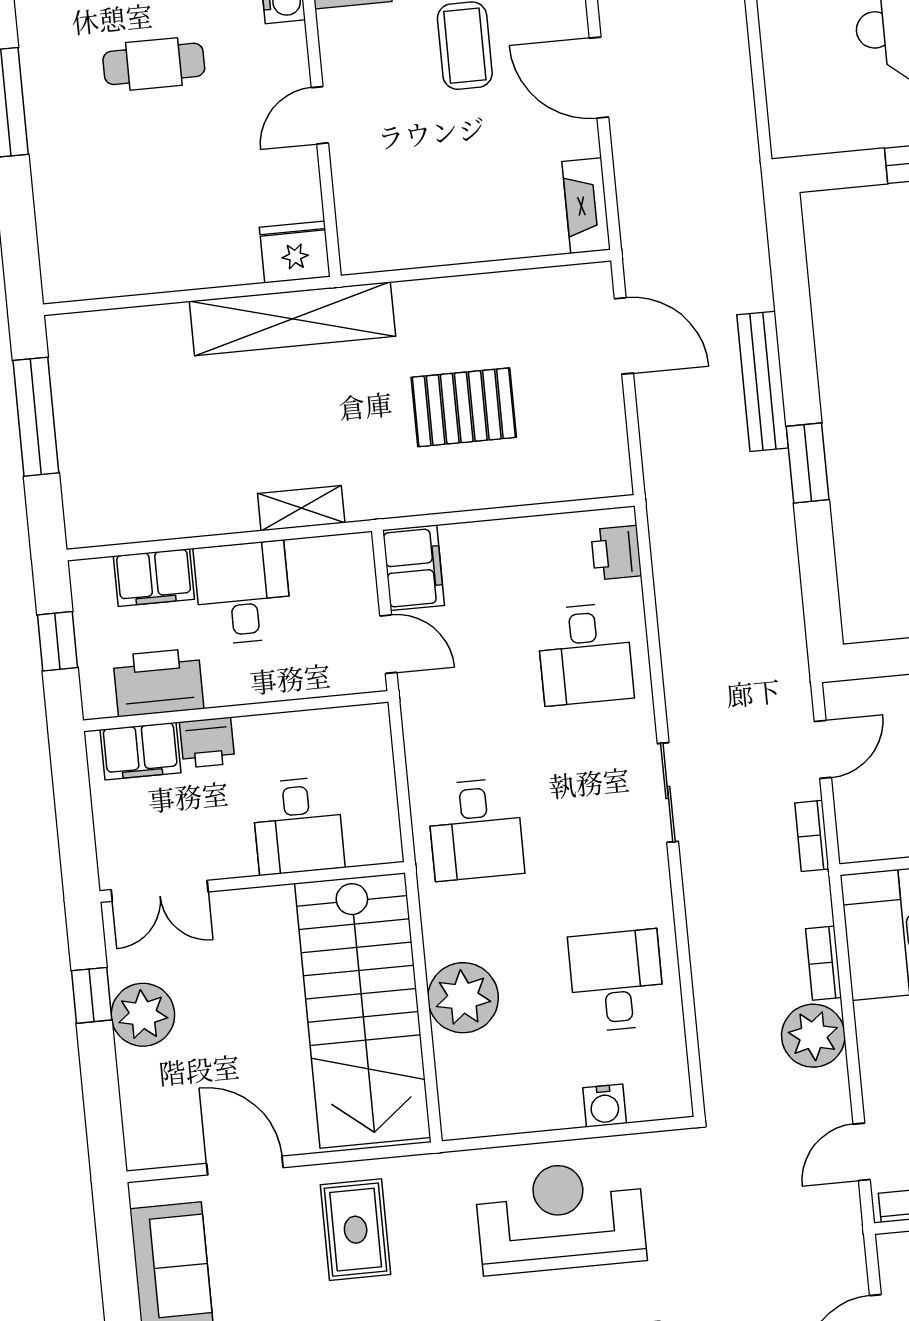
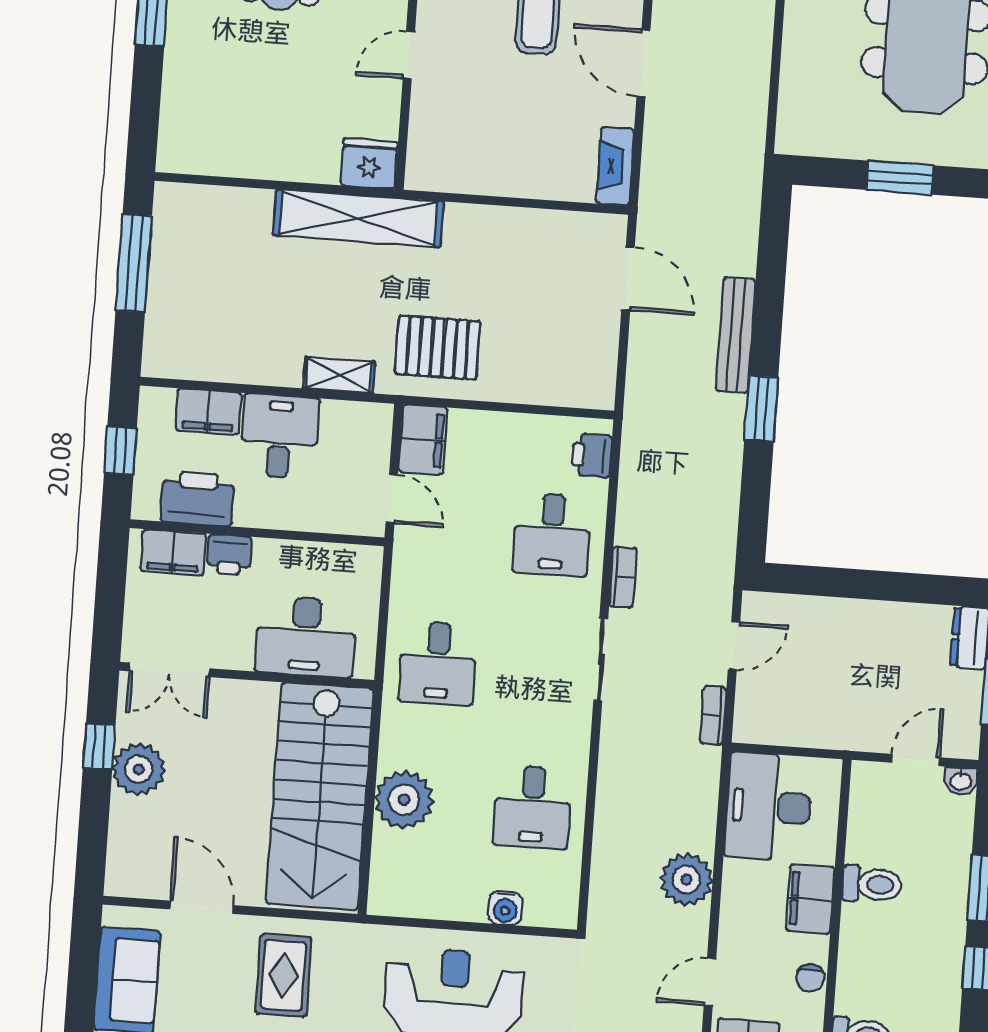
pallet: (464, 407) -> (438, 348), moved
desk: (298, 826) -> (306, 637), width x1.37
bookcase: (824, 963) -> (623, 577), moved, turned 180
desk: (617, 981) -> (532, 807), turned 180

